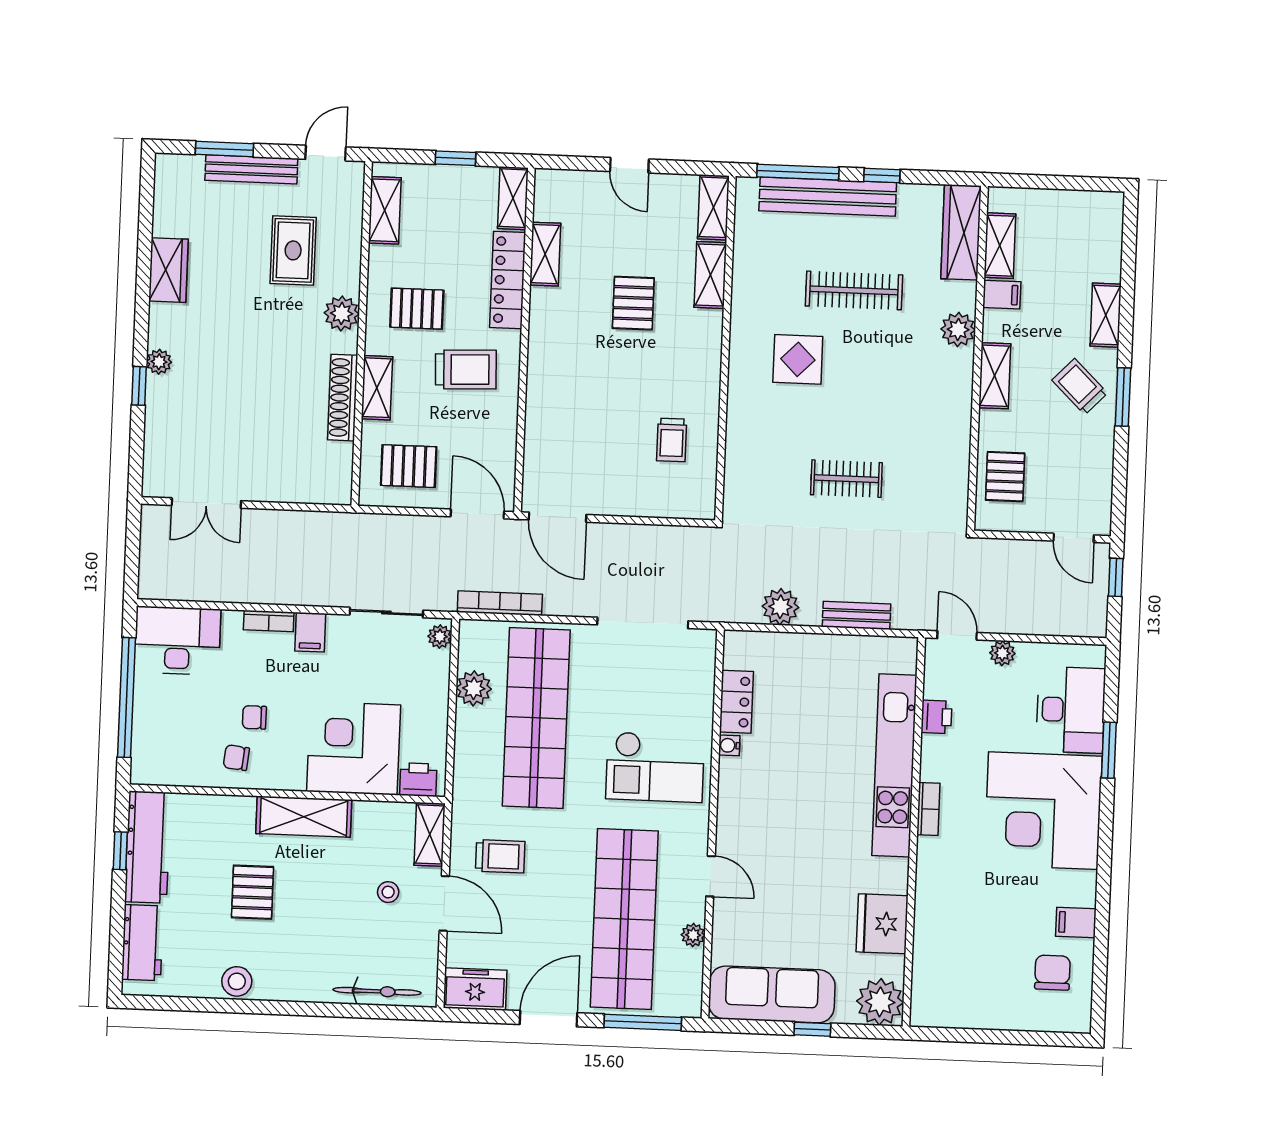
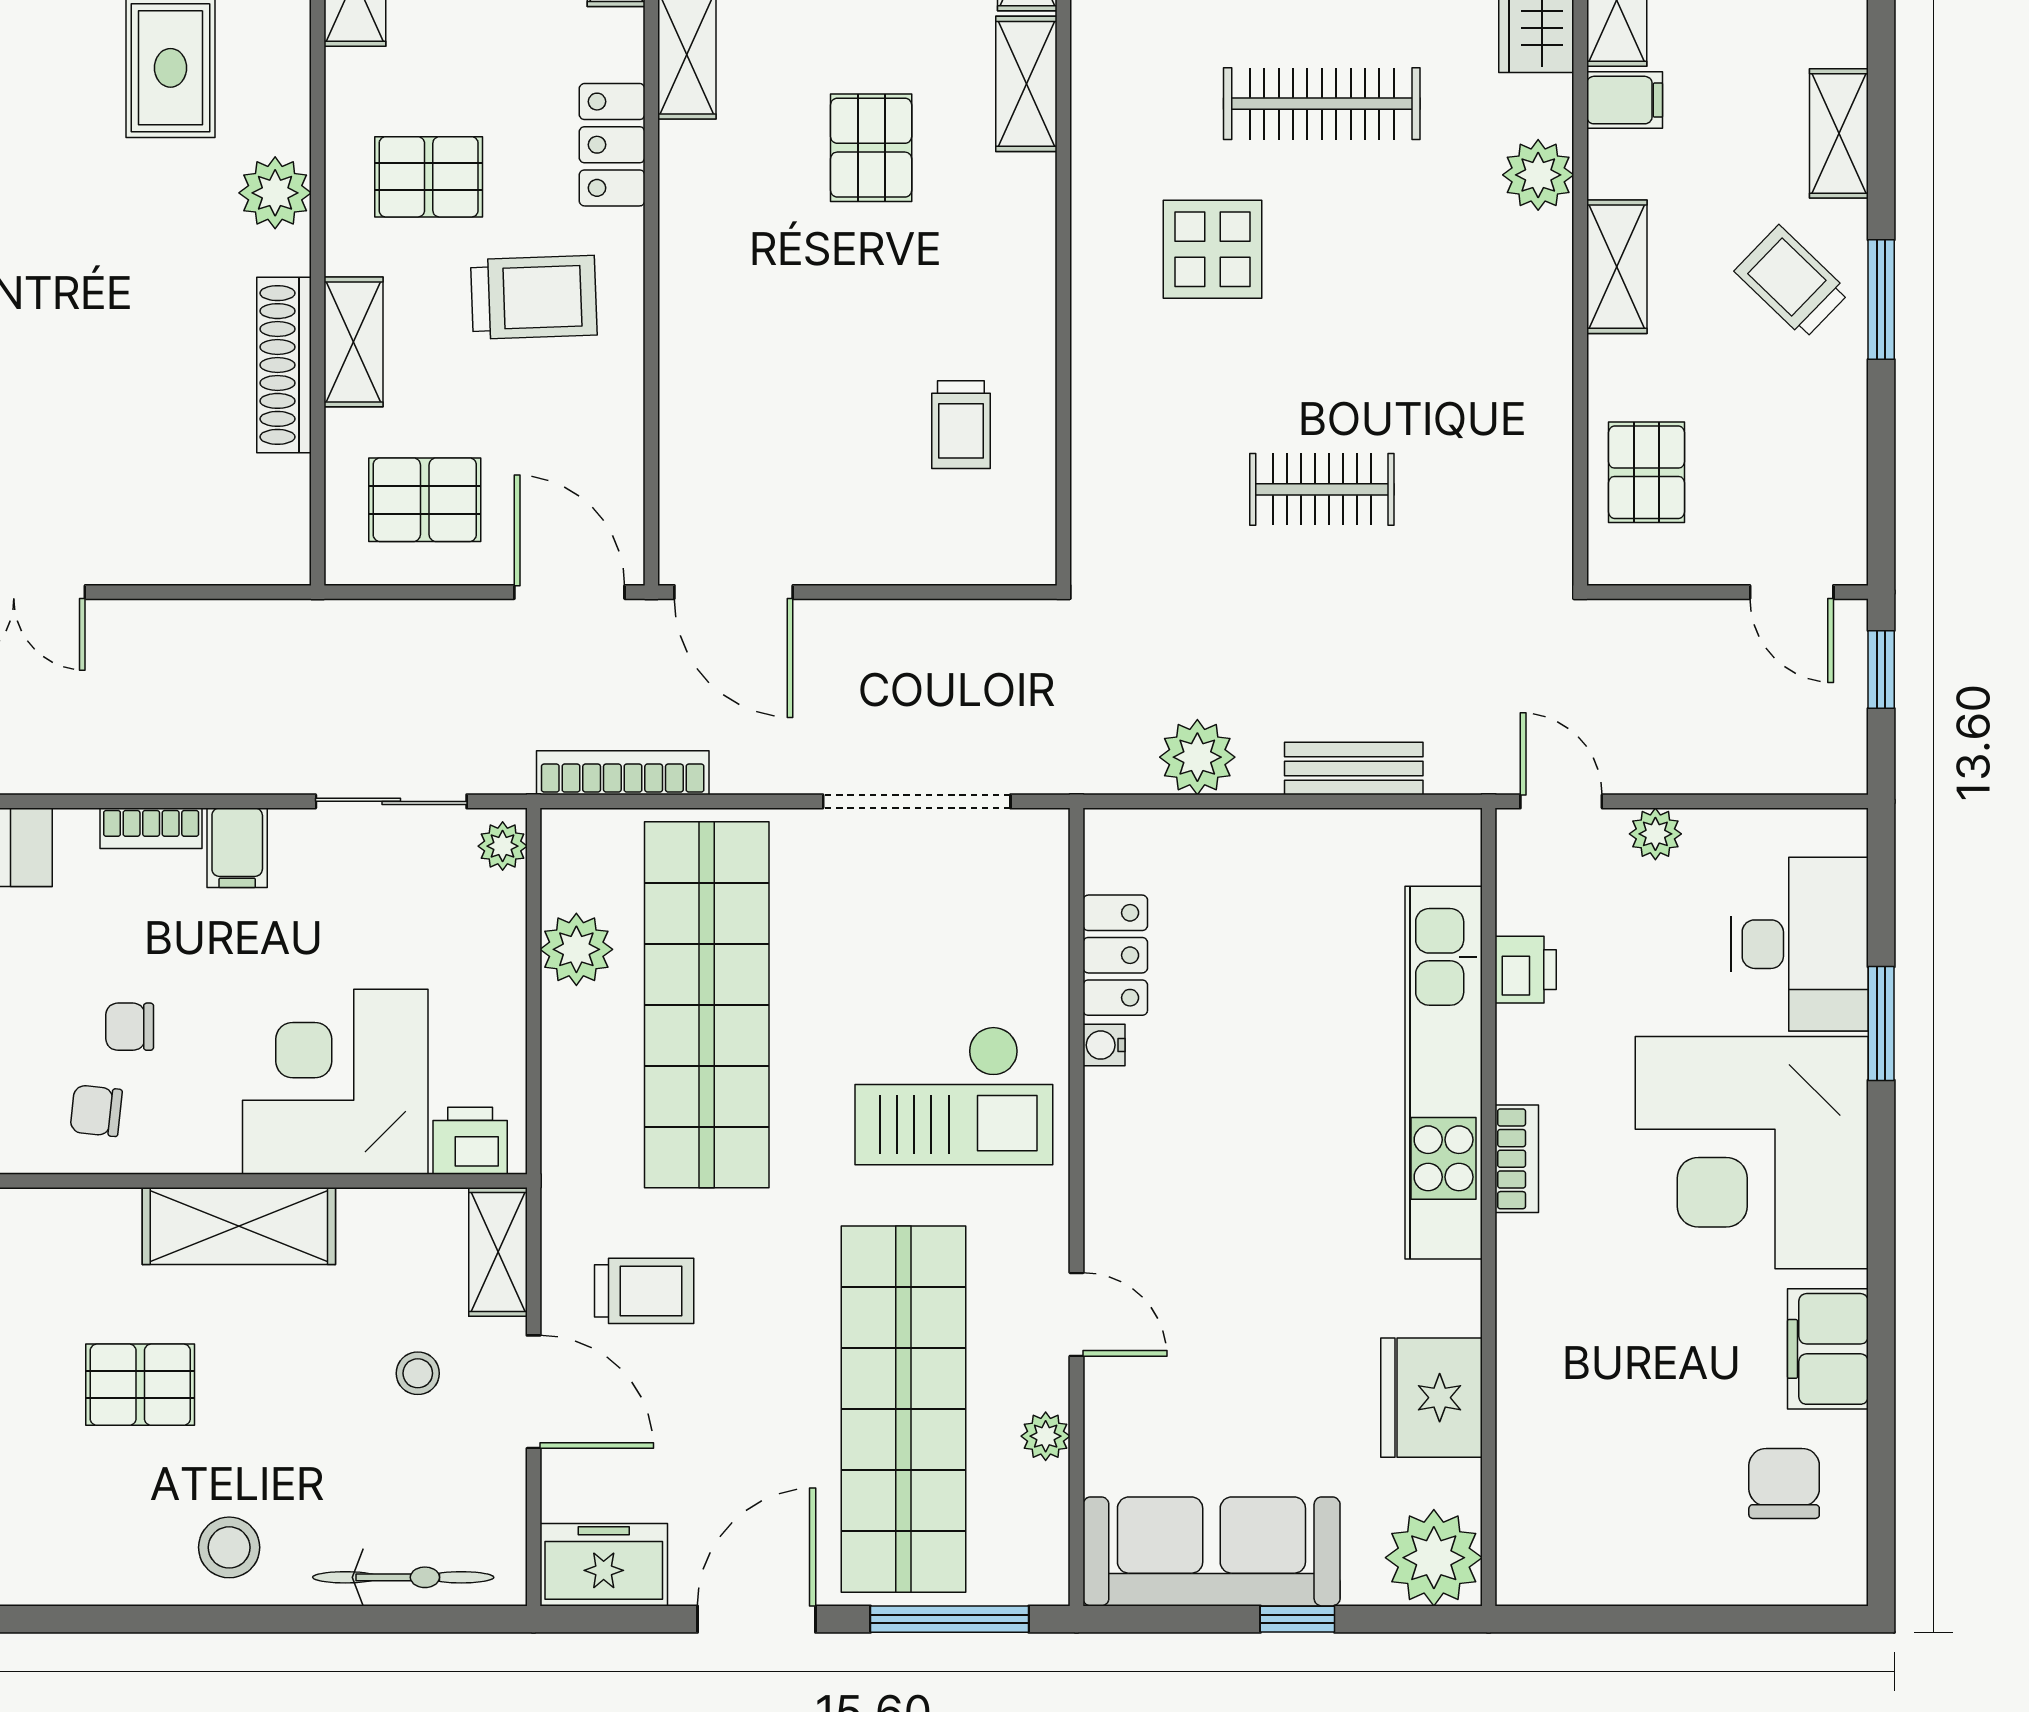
locker: (508, 280) -> (612, 145), width x0.66
pallet: (253, 892) -> (140, 1385), turned 90
filing cabinet: (1076, 922) -> (1828, 1349), width x2.00
stool: (237, 981) -> (229, 1547), moved

